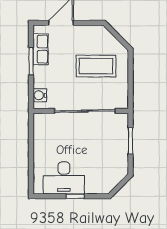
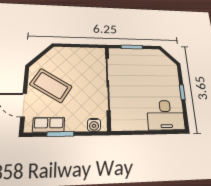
coffee table: (96, 66) -> (51, 85), moved, turned -59
desk: (64, 178) -> (166, 115), moved, turned 90

